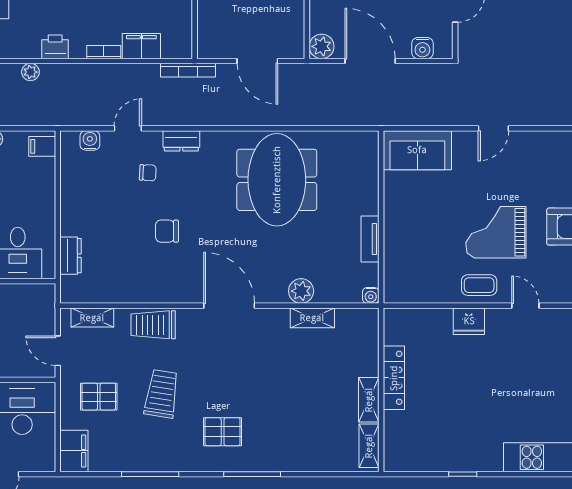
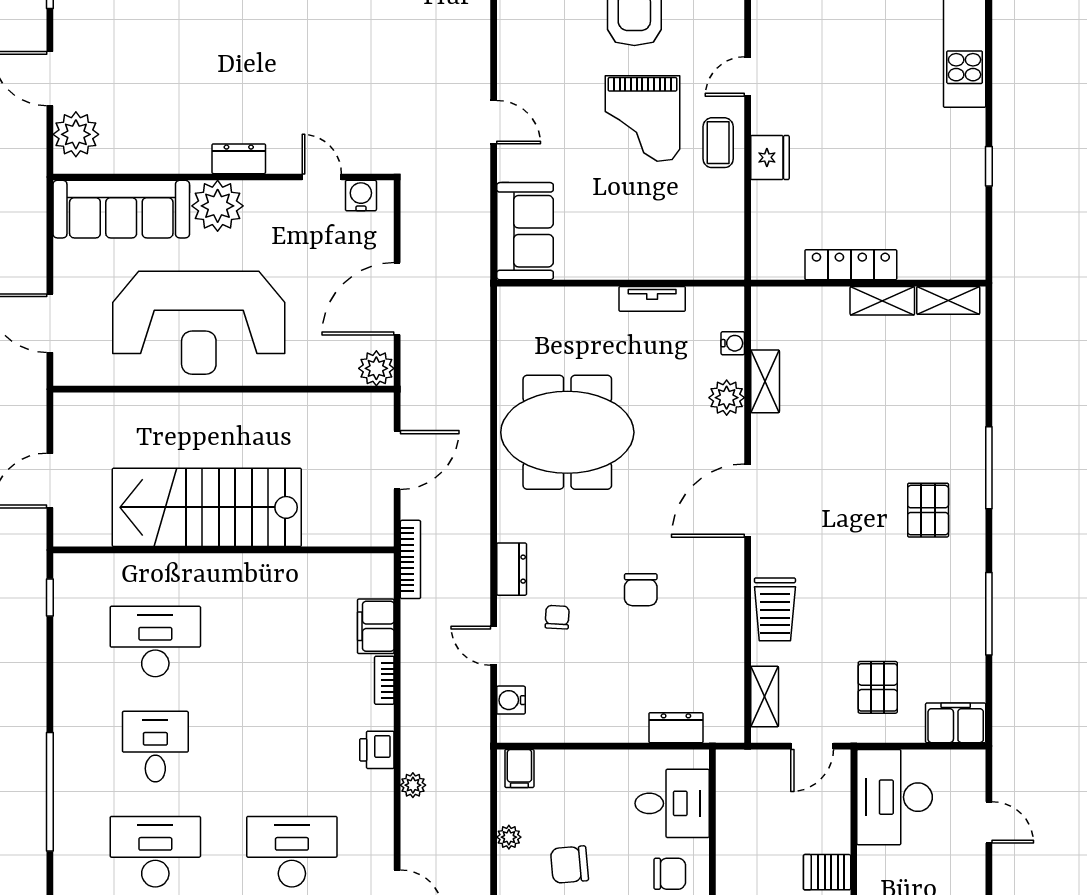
water cooler: (422, 48) -> (361, 196), moved, turned -90
water cooler: (371, 295) -> (733, 343), moved
trolley: (162, 394) -> (874, 597), removed

